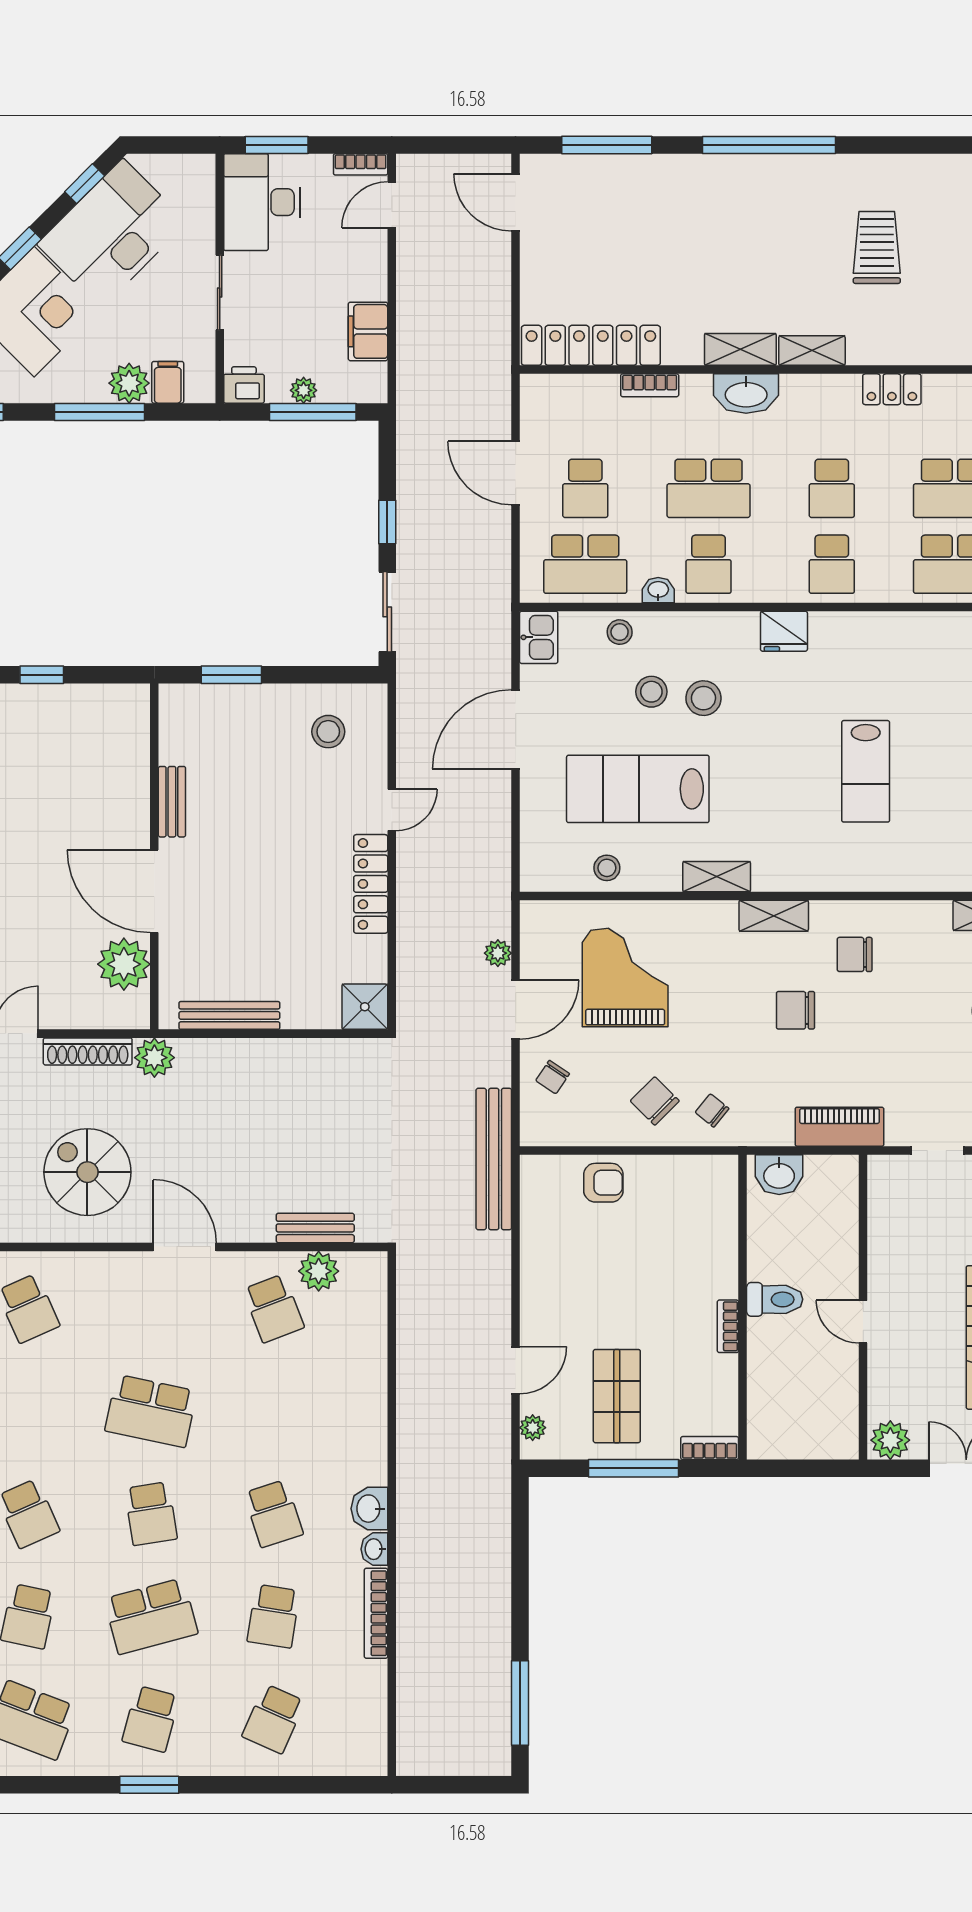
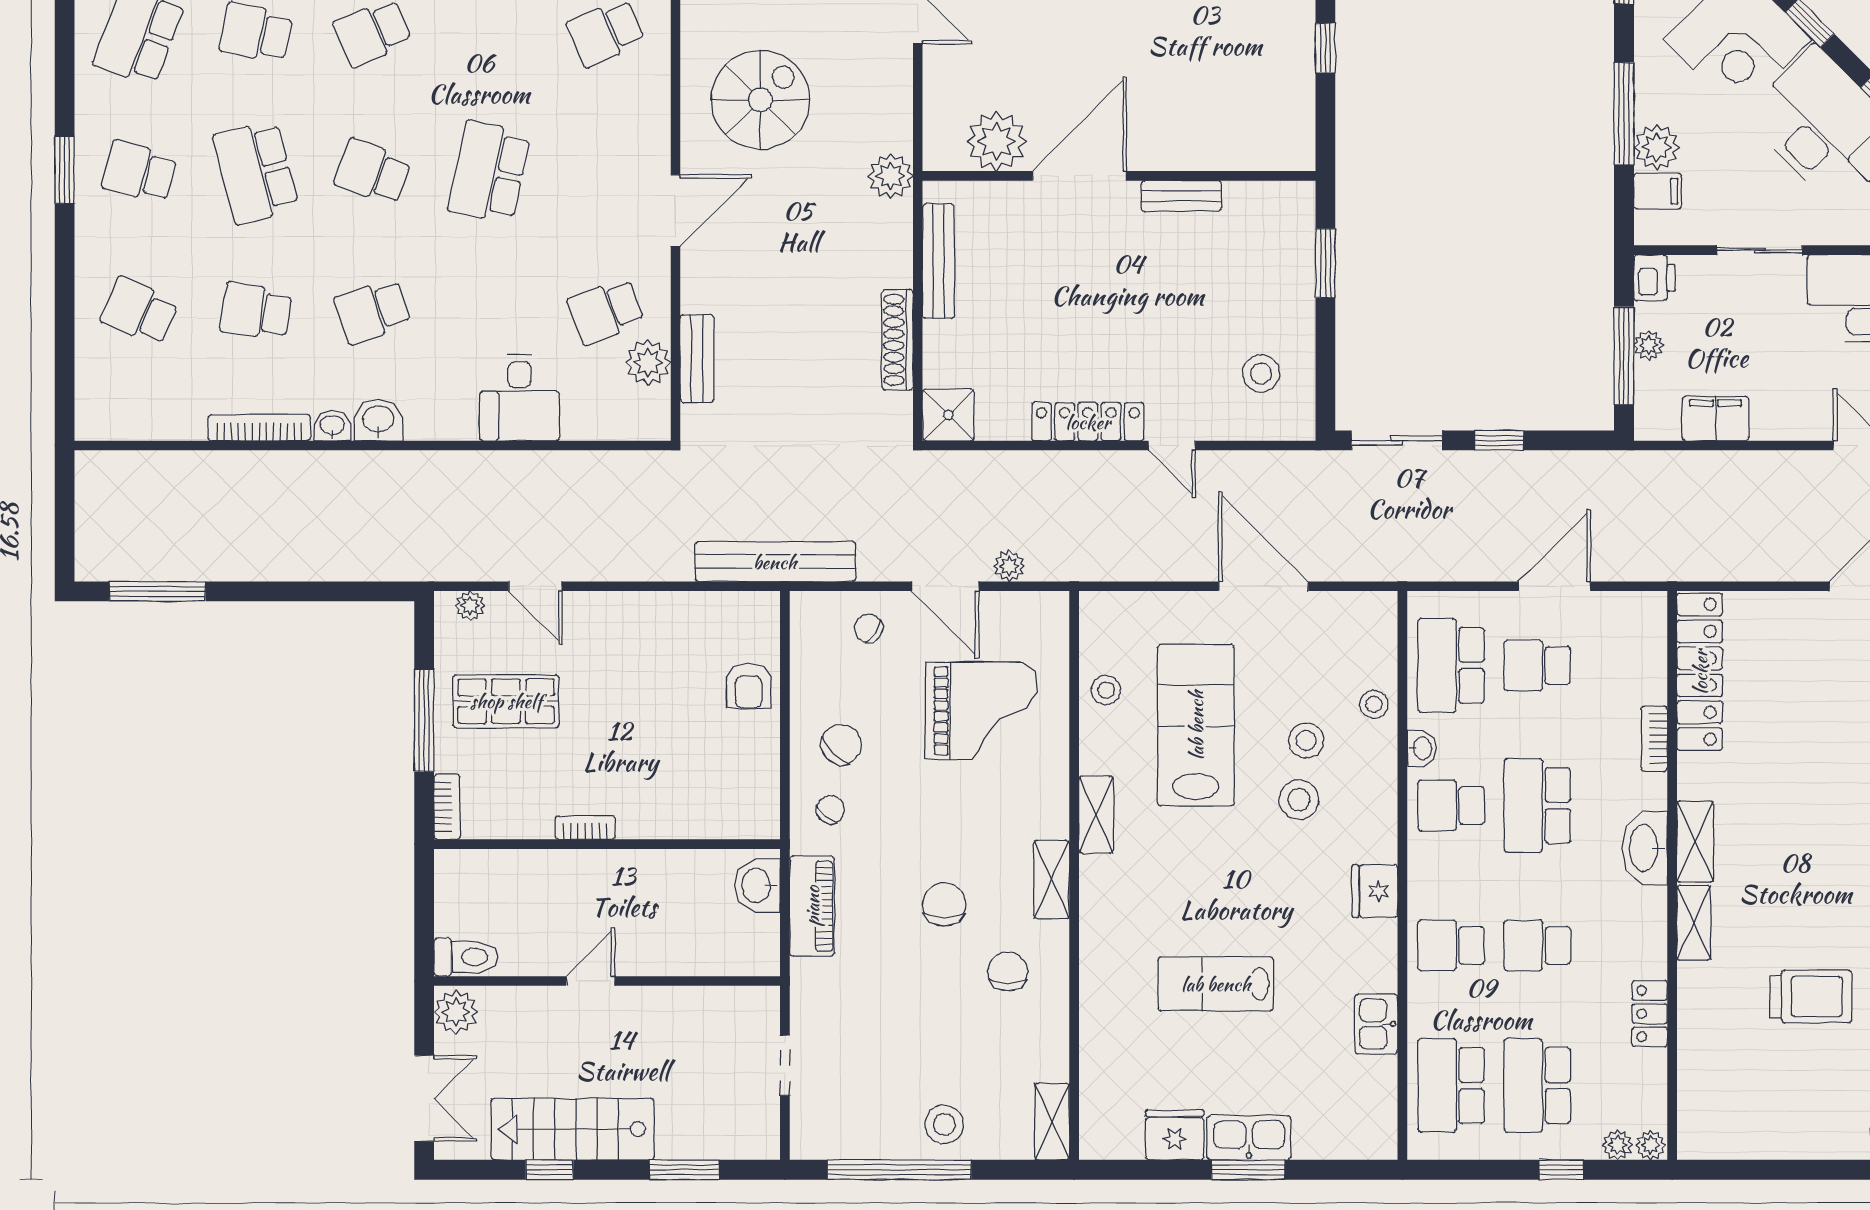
kitchen sink: (539, 637) -> (1376, 1024), moved, turned 90
shoe rack: (88, 1051) -> (898, 340), moved
piano: (839, 1127) -> (812, 906), moved
toilet: (775, 1299) -> (466, 957), moved, turned -90
desk: (350, 1384) -> (520, 398), added
school desk: (151, 1514) -> (373, 172), turned 30

